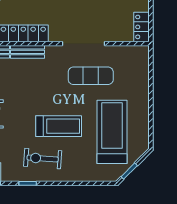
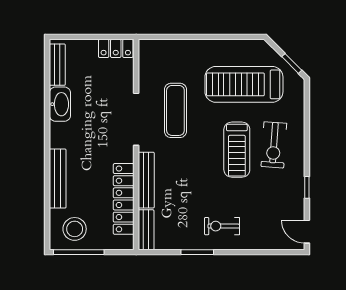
bench: (28, 52) -> (146, 180), width x1.36
treadmill: (59, 126) -> (237, 150), turned 180
exercise bike: (43, 158) -> (274, 145), moved

